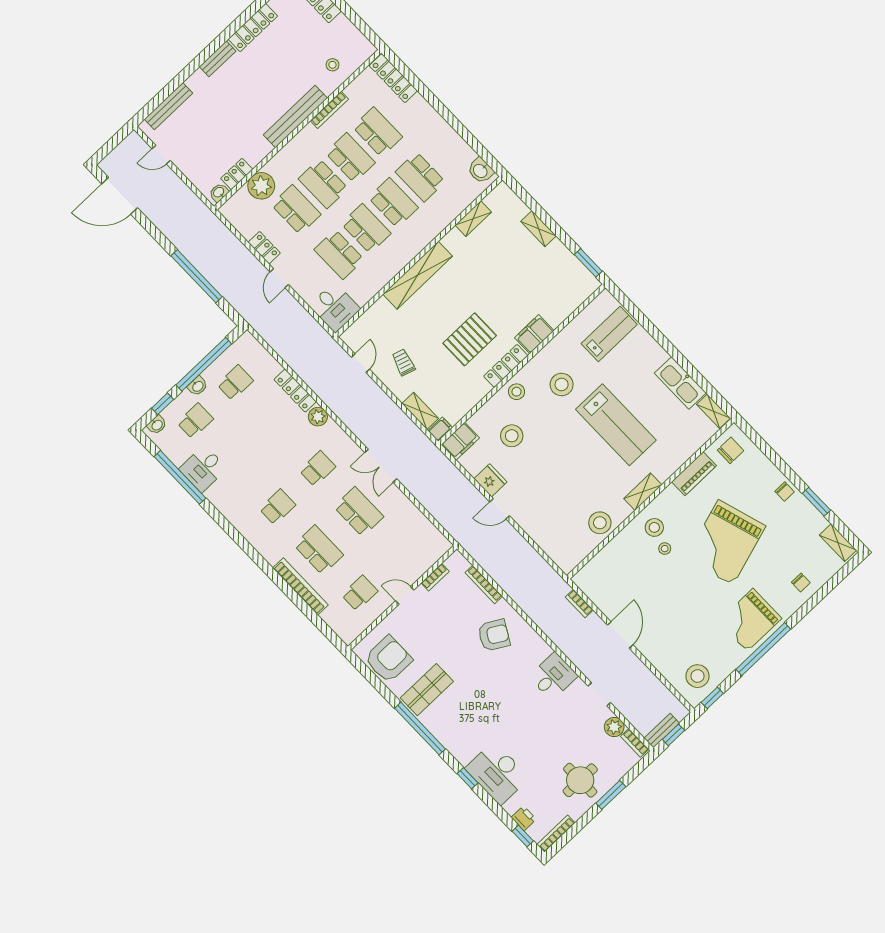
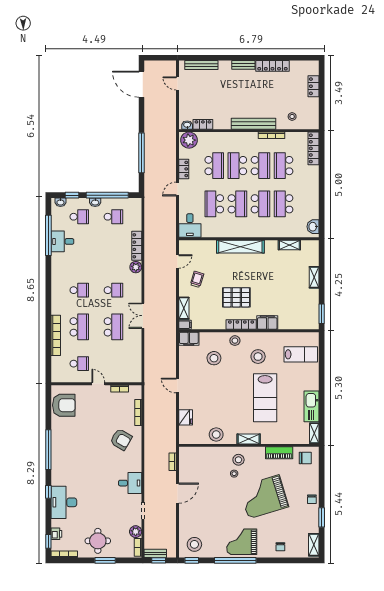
school desk: (377, 132) -> (284, 166), turned 180
plant: (261, 186) -> (189, 140), moved
fridge: (490, 480) -> (186, 417), moved
shop shelf: (427, 690) -> (68, 435), removed

